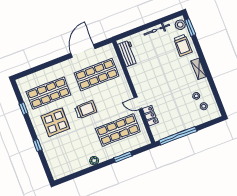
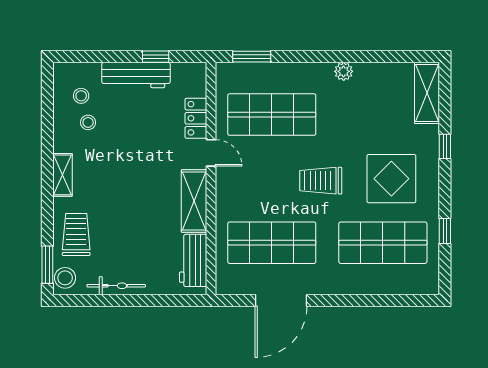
shelving: (137, 79) -> (194, 201), added
workbench: (183, 124) -> (136, 75), added
window: (178, 136) -> (156, 57), width x0.32
window: (123, 157) -> (252, 57), moved
shelving: (54, 165) -> (427, 93), added

